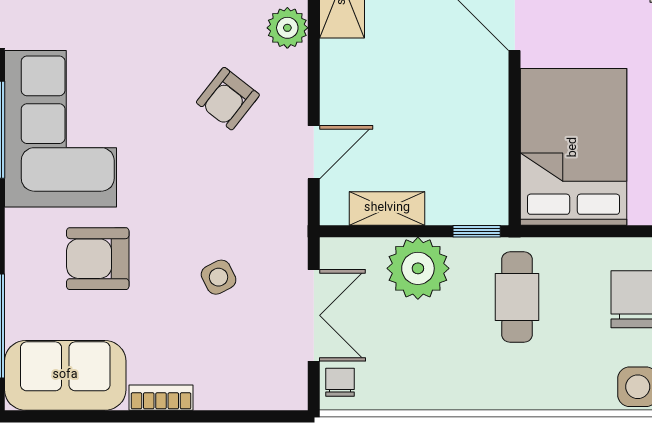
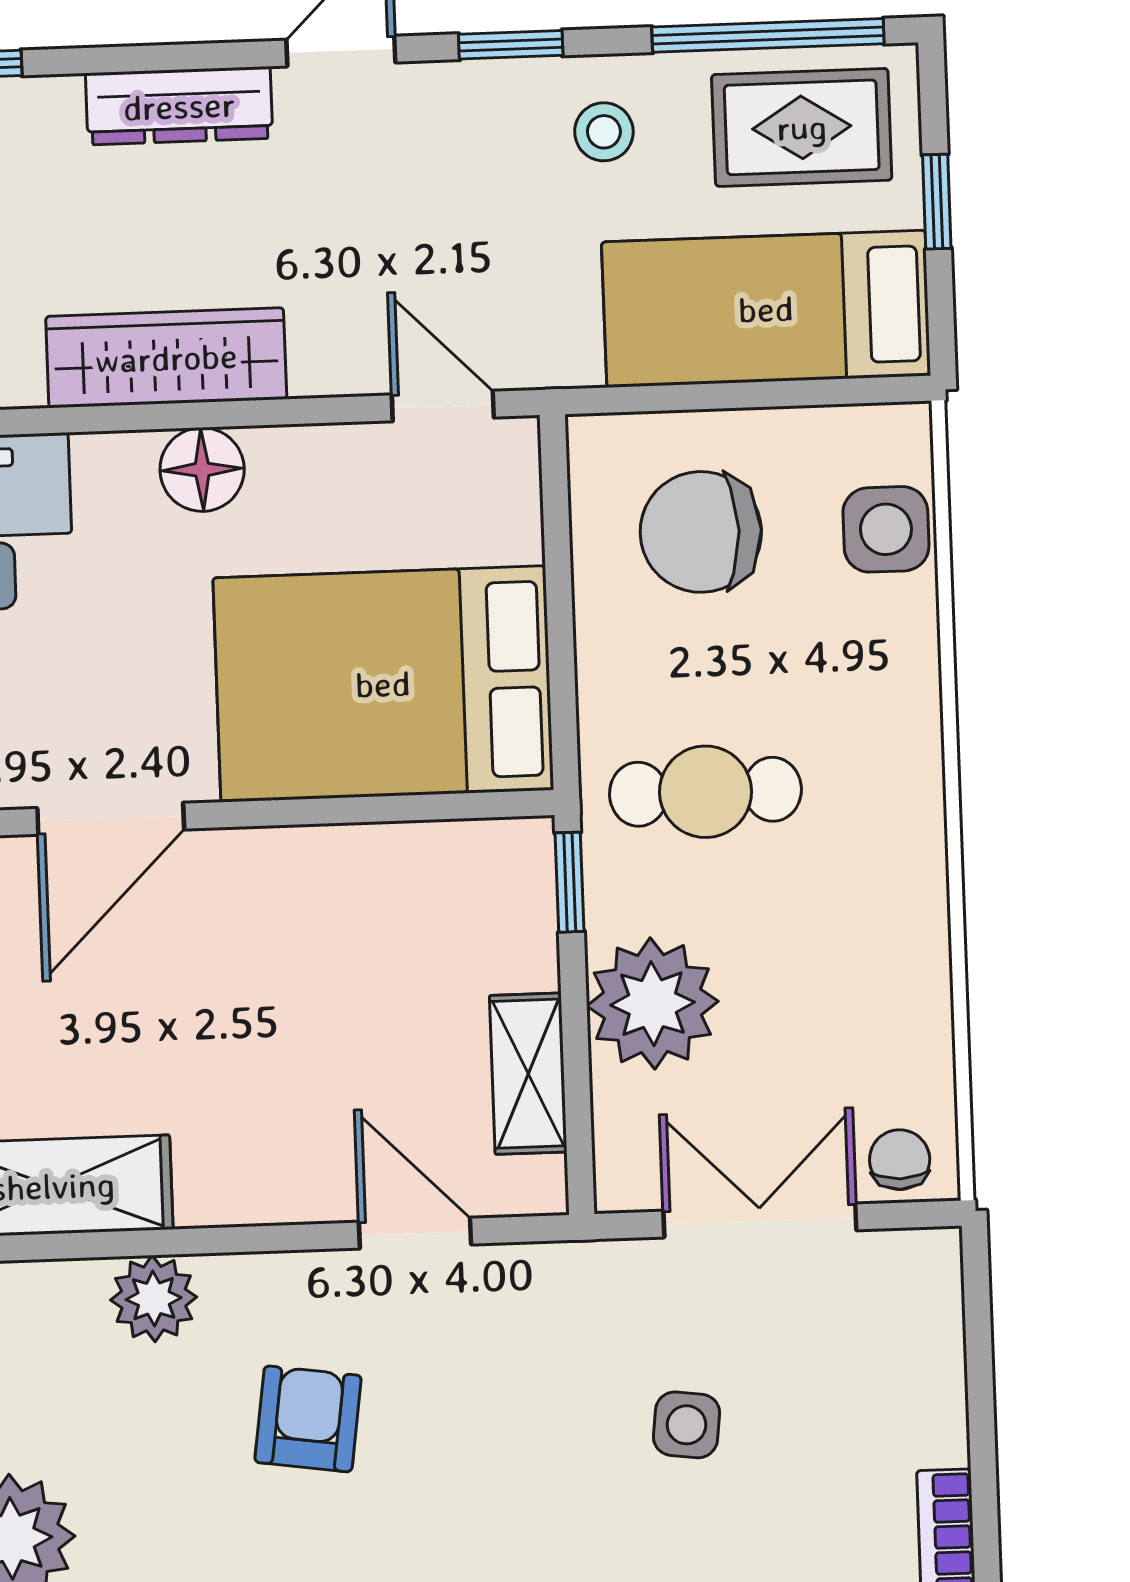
armchair: (228, 99) -> (308, 1419), turned -120
side table: (219, 277) -> (687, 1425), turned 34
chair: (340, 382) -> (900, 1160), turned 90

